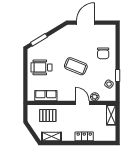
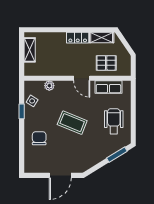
wheelchair: (41, 67) -> (114, 121), turned -90
door: (82, 103) -> (82, 78), moved
shelving: (111, 115) -> (30, 50), moved
locker: (84, 136) -> (78, 38), moved

